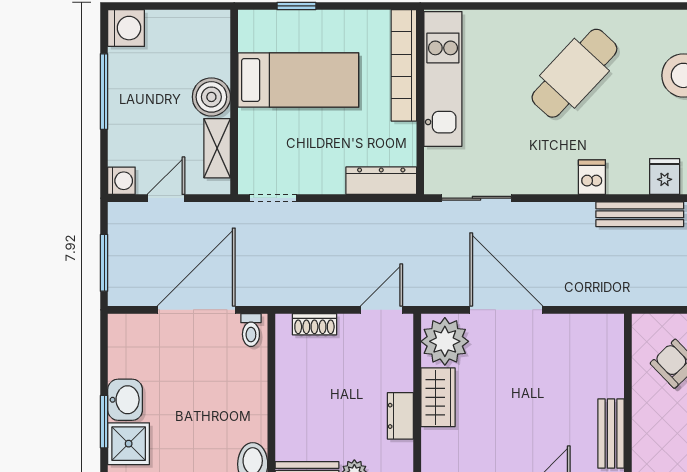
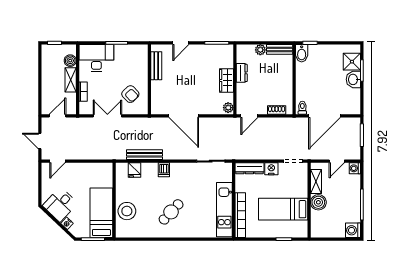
cafe table: (574, 73) -> (171, 212), width x0.73, depth x0.74
nightstand: (327, 180) -> (271, 169), added
door: (506, 310) -> (184, 116), moved
plant: (445, 341) -> (228, 108), width x0.53, depth x0.53

